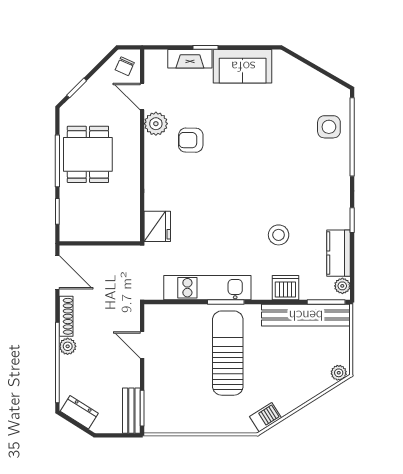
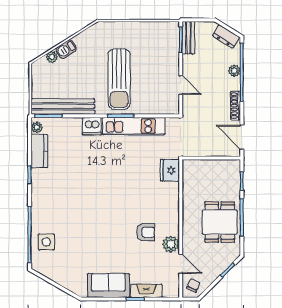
stool: (279, 235) -> (83, 164), removed
dishwasher: (285, 288) -> (92, 126), moved
plant: (68, 346) -> (234, 71), moved
plant: (339, 373) -> (52, 57), moved
barbecue: (265, 417) -> (66, 49), moved

